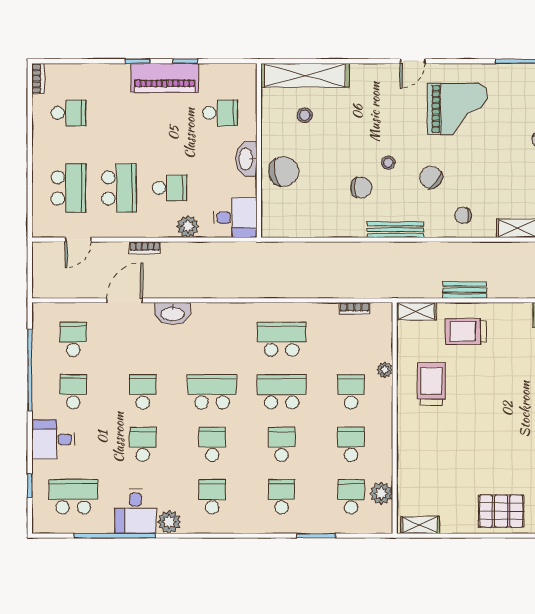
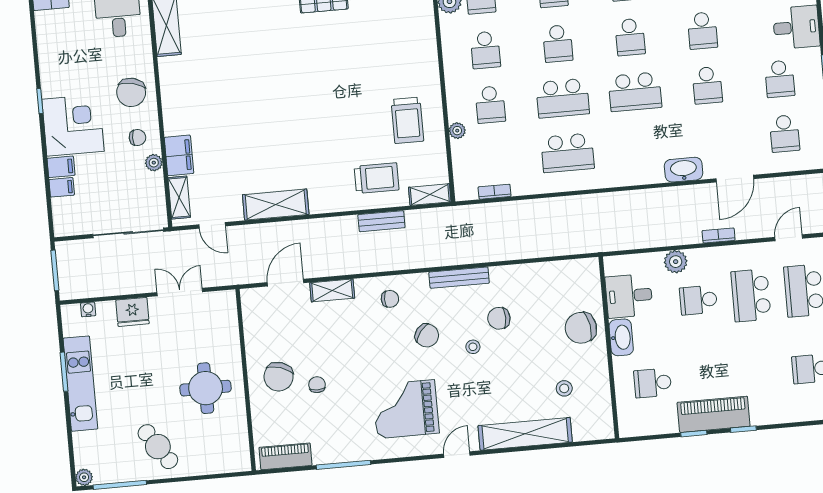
shelving: (305, 75) -> (525, 434), moved
desk: (235, 218) -> (629, 296), moved

